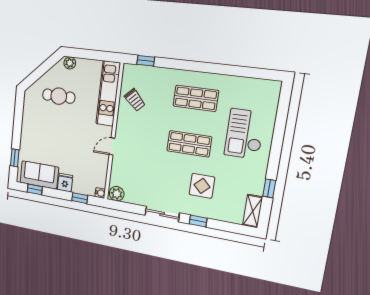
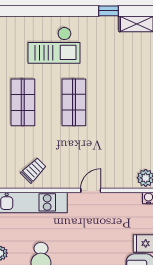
door: (112, 146) -> (91, 190), swing flipped
display table: (202, 186) -> (119, 82), removed

